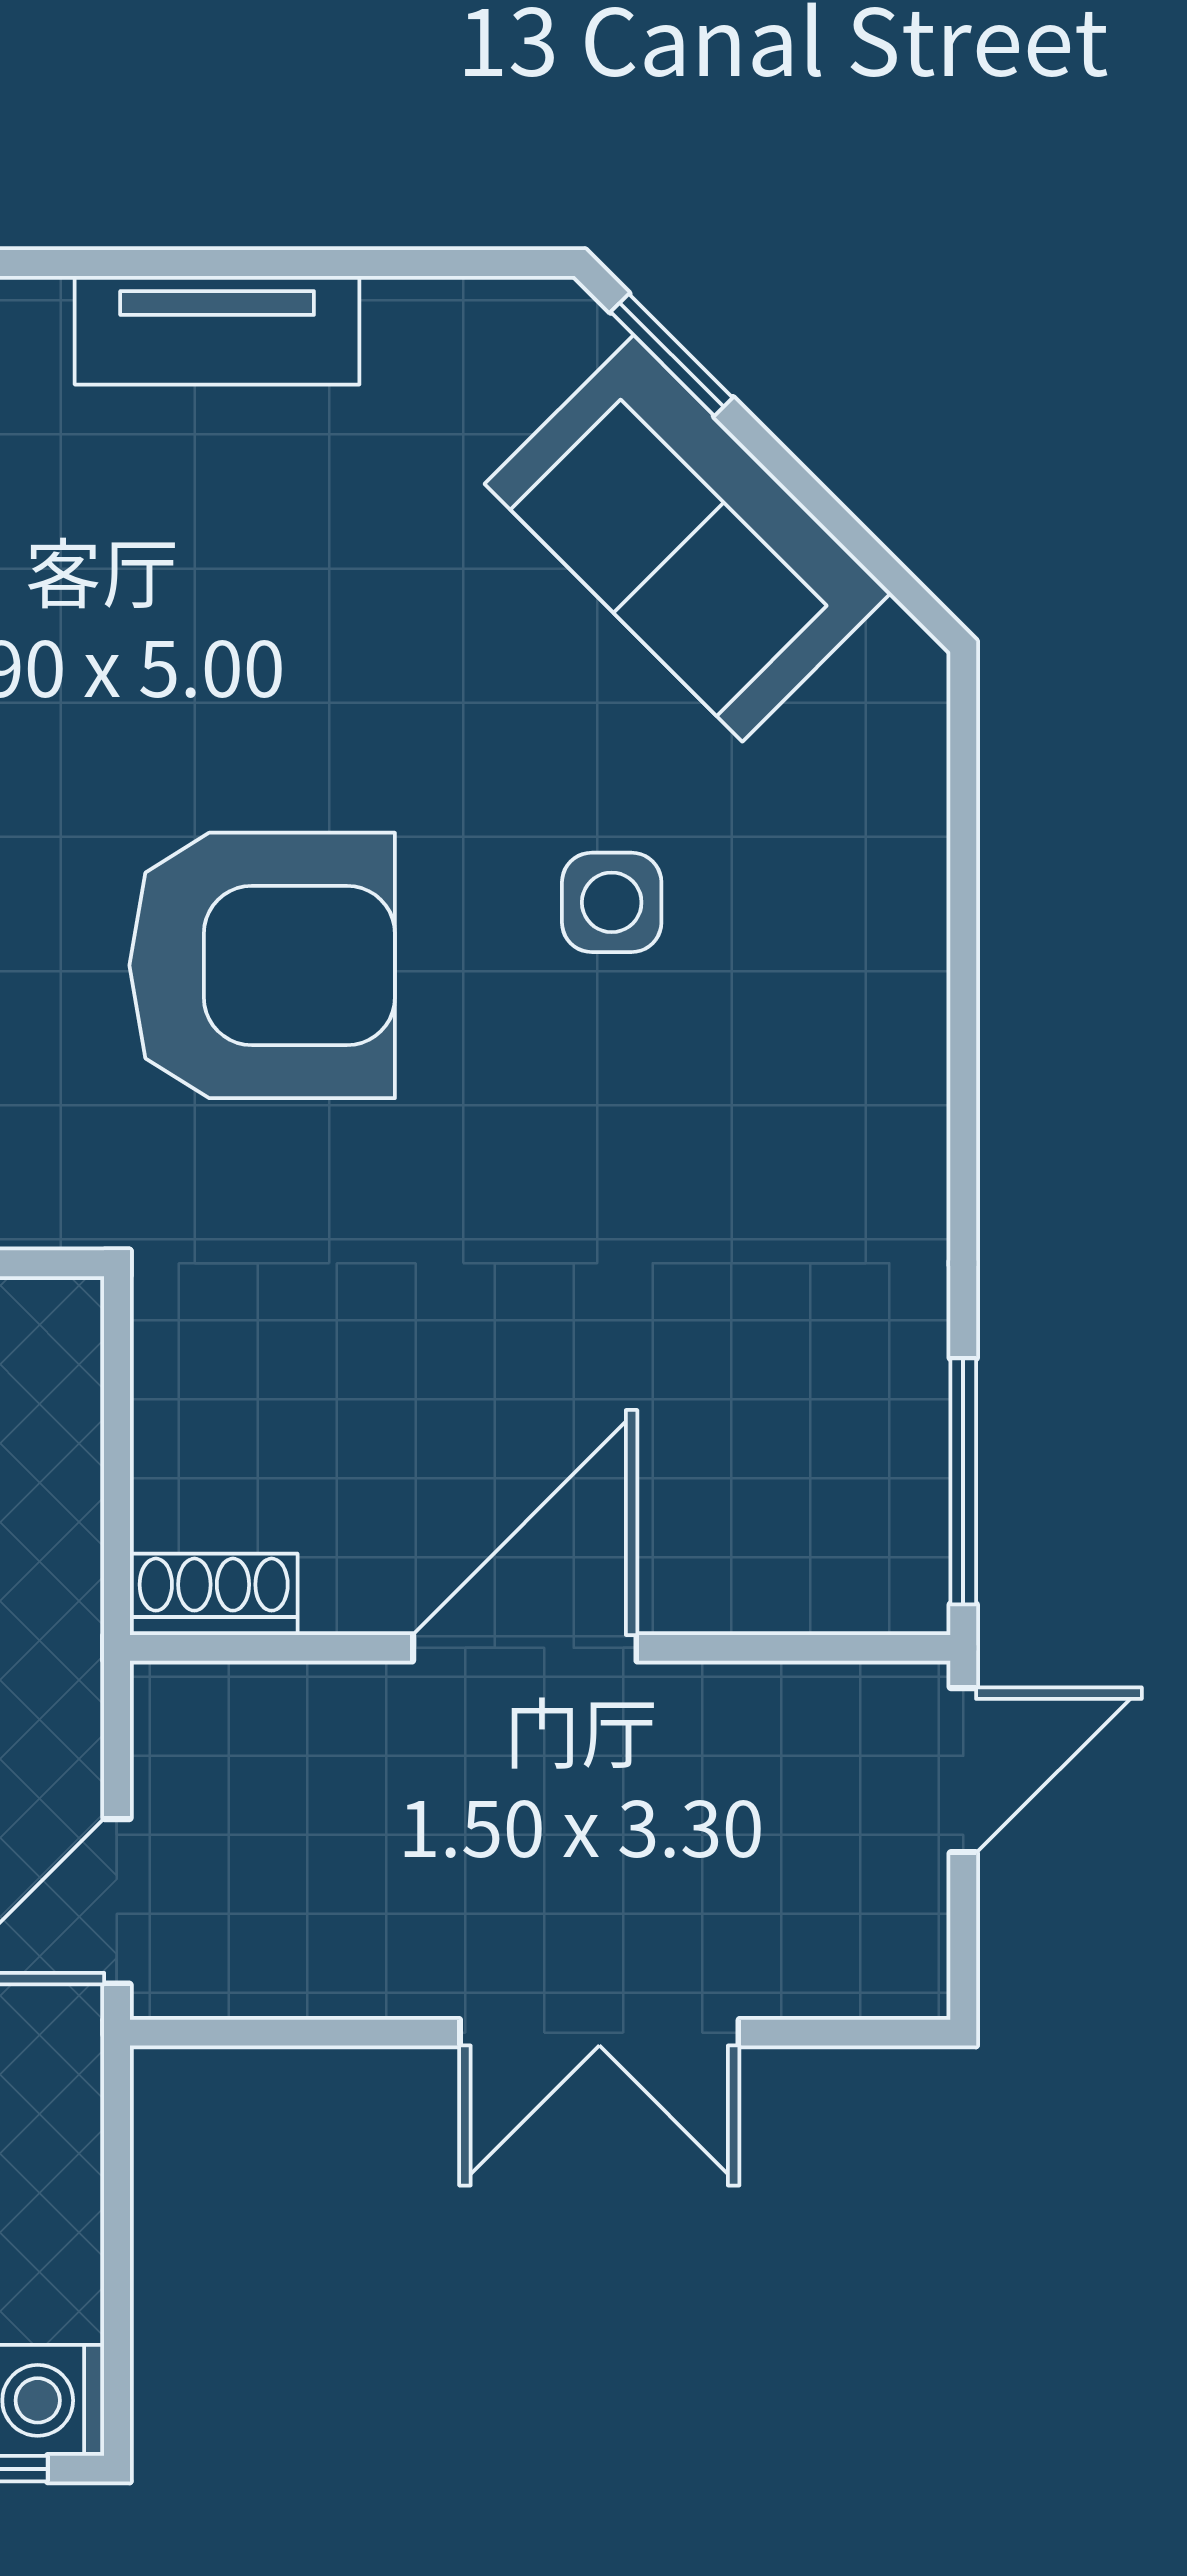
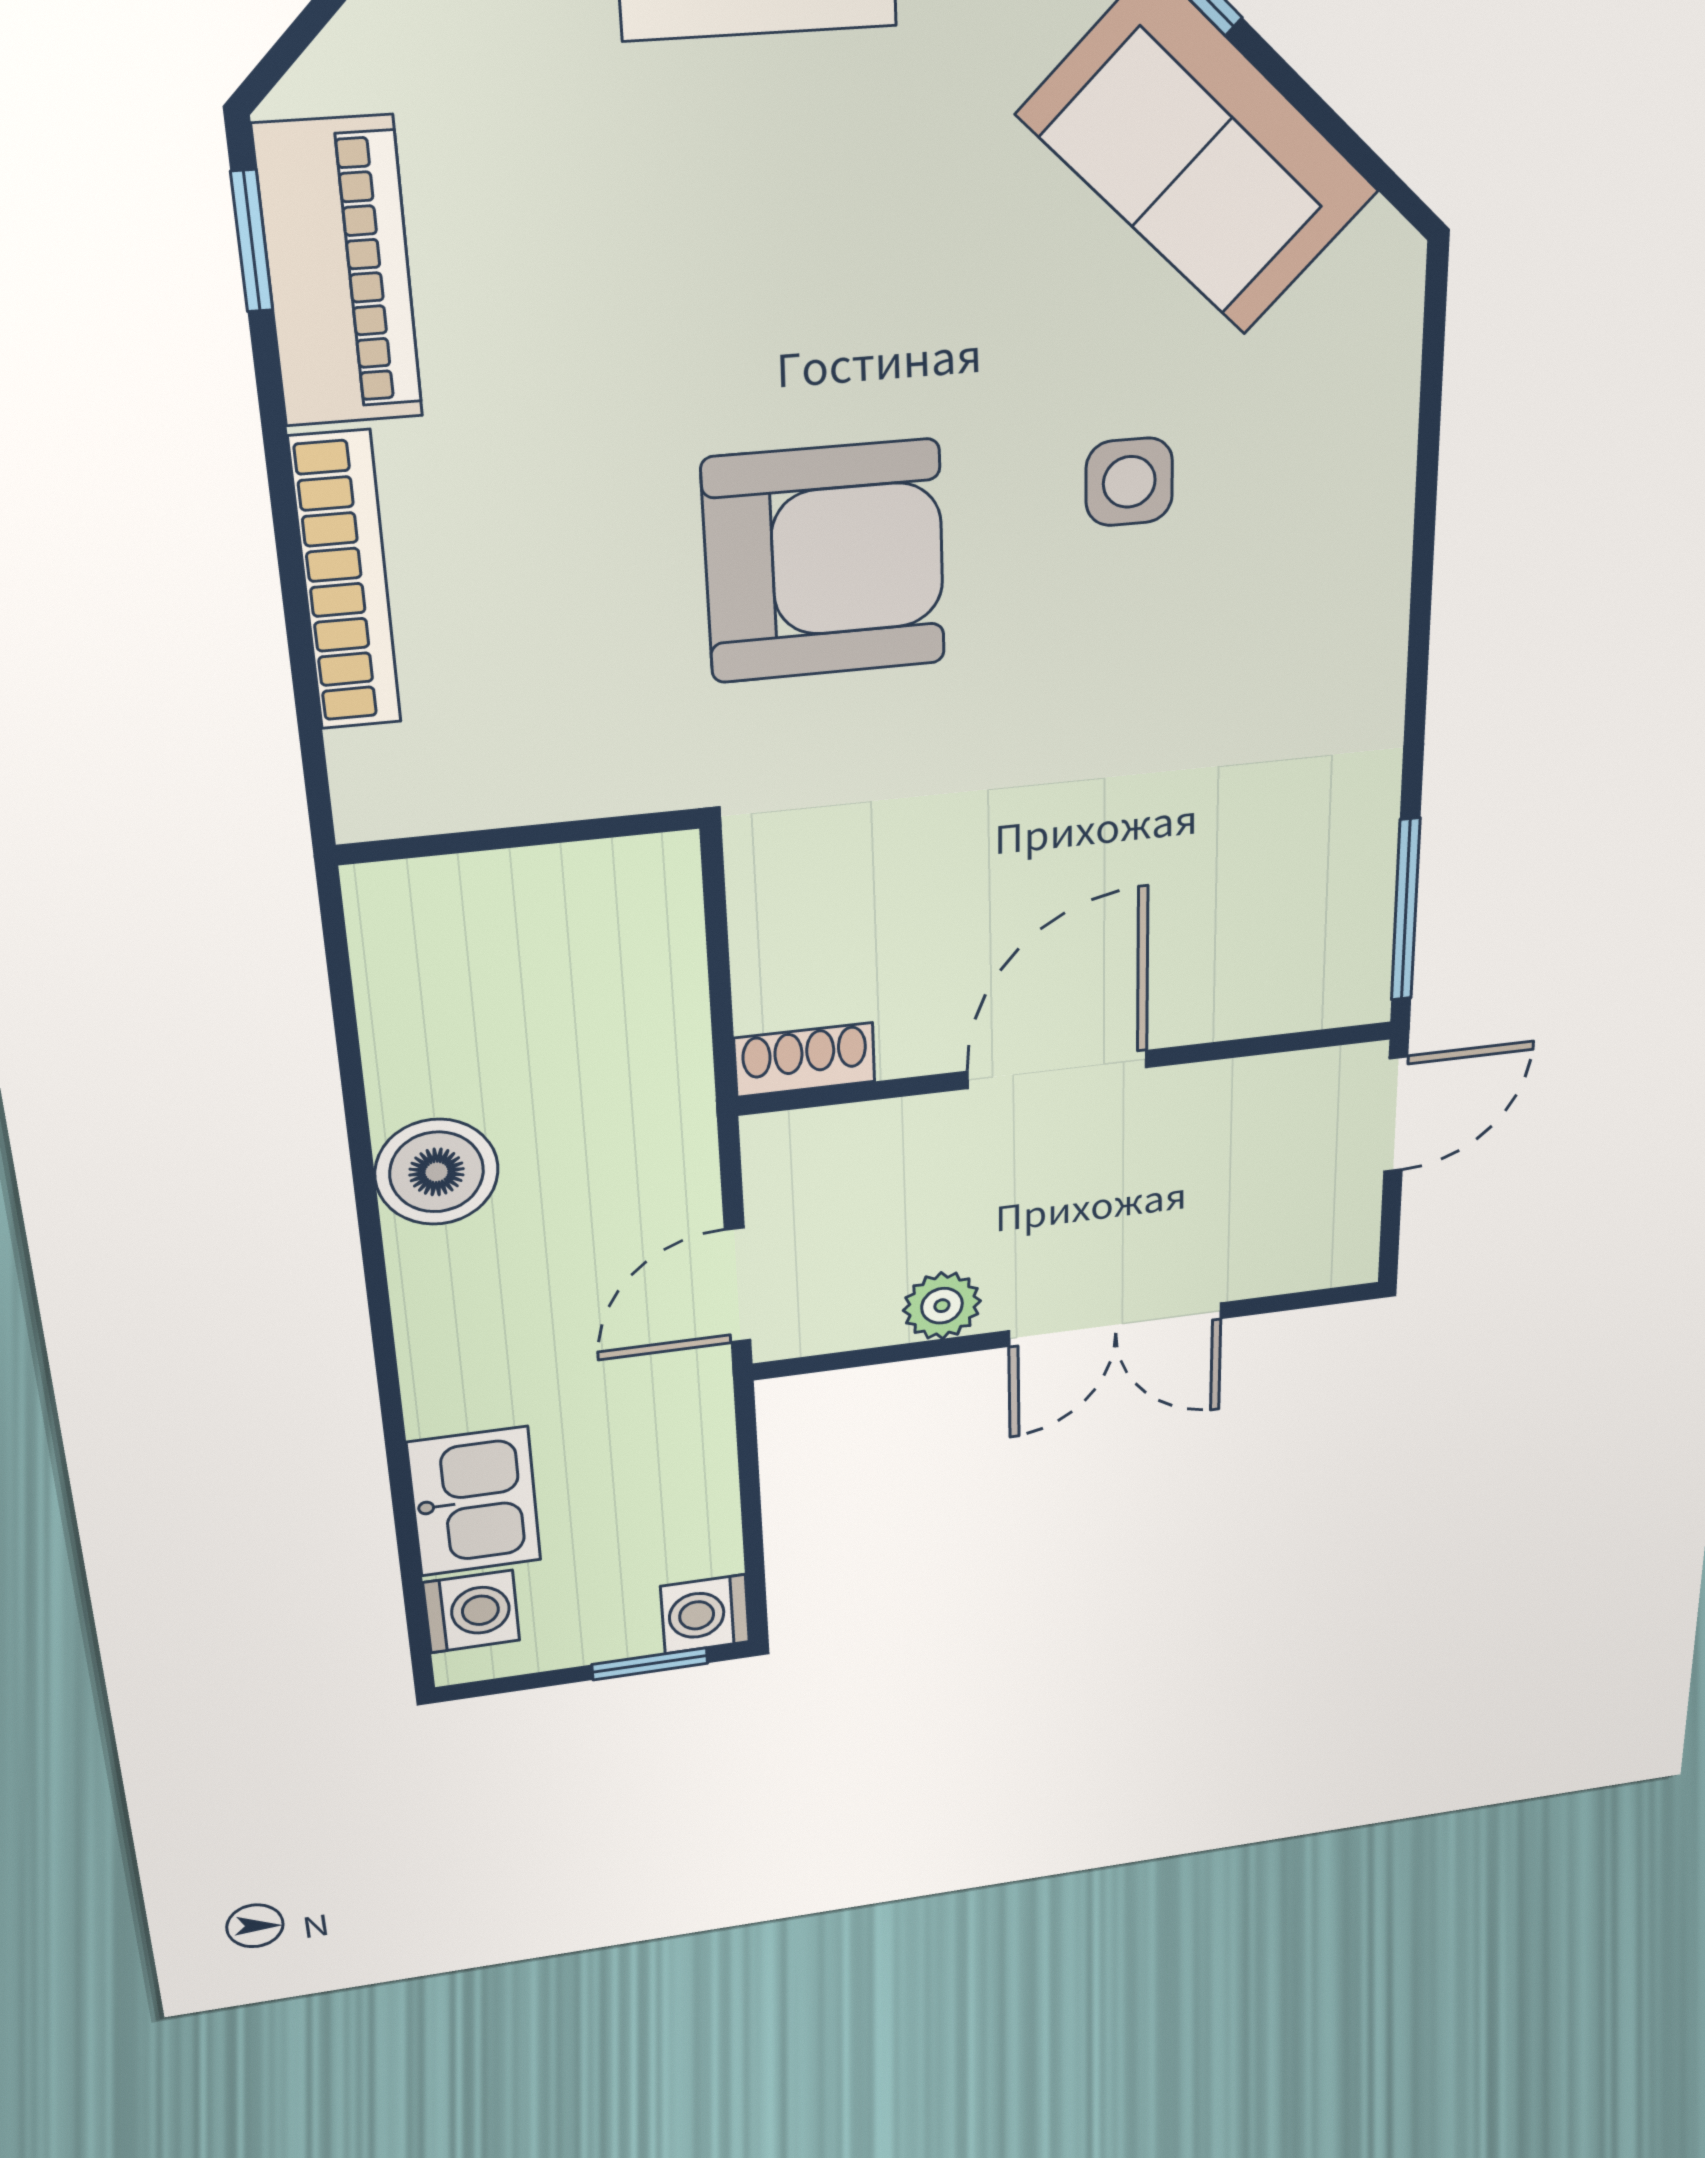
plant: (374, 1970) -> (942, 1306), added

